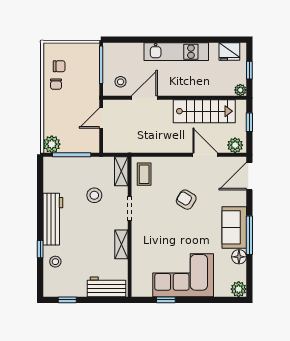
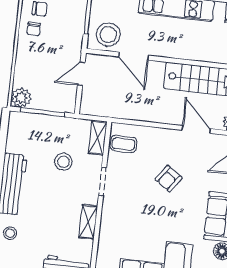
stool: (121, 82) -> (108, 35), width x1.89, depth x1.89
door: (144, 98) -> (134, 56), swing flipped
coffee table: (144, 174) -> (124, 144), turned 90
armchair: (186, 200) -> (169, 179), turned -86

